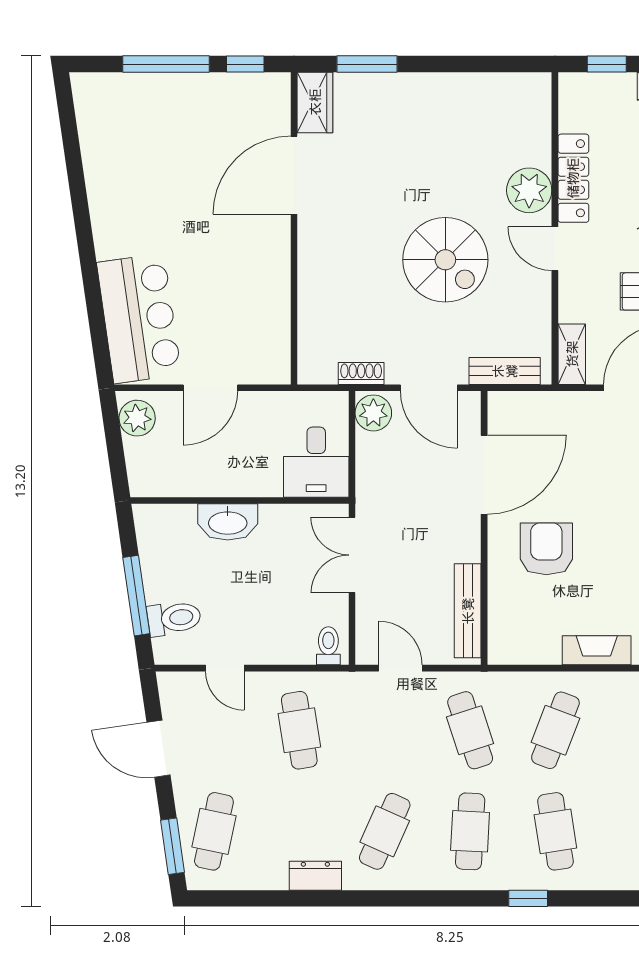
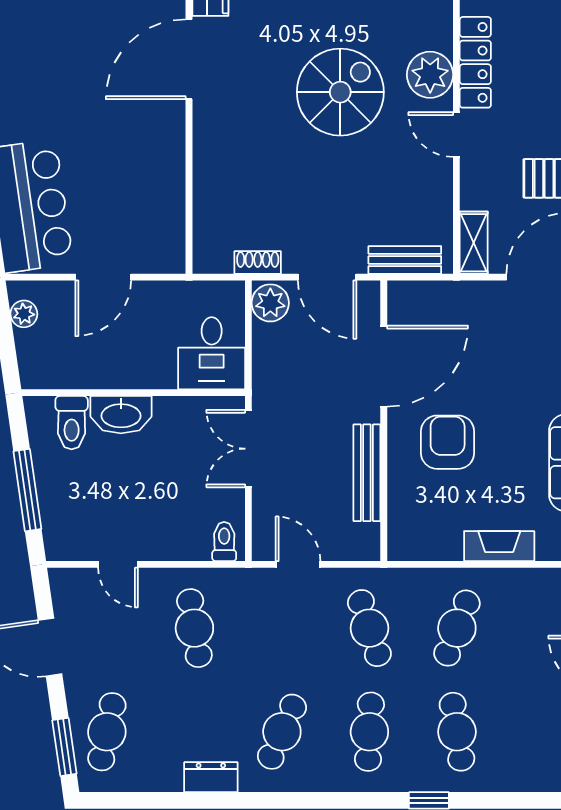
spiral stairs: (445, 260) -> (340, 92), moved, turned -90
plant: (137, 418) -> (24, 314), width x0.73, depth x0.73
bench: (468, 611) -> (367, 473), moved
toilet: (174, 618) -> (72, 423), moved, turned 98

